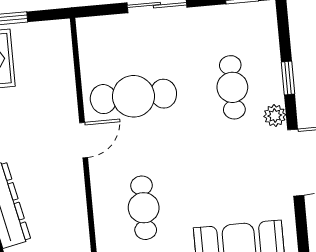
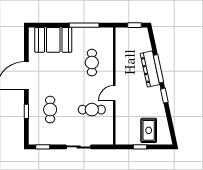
cafe table: (133, 96) -> (92, 110), width x0.73, depth x0.74
plant: (275, 116) -> (33, 96), removed

